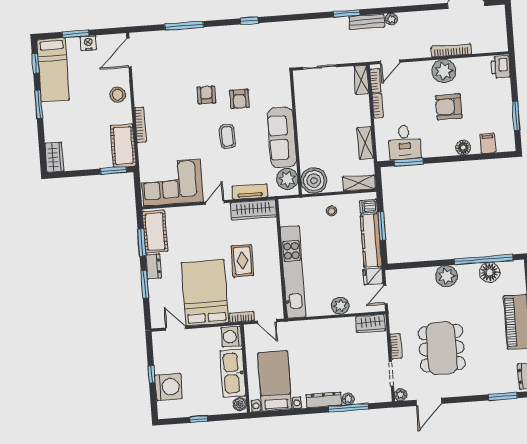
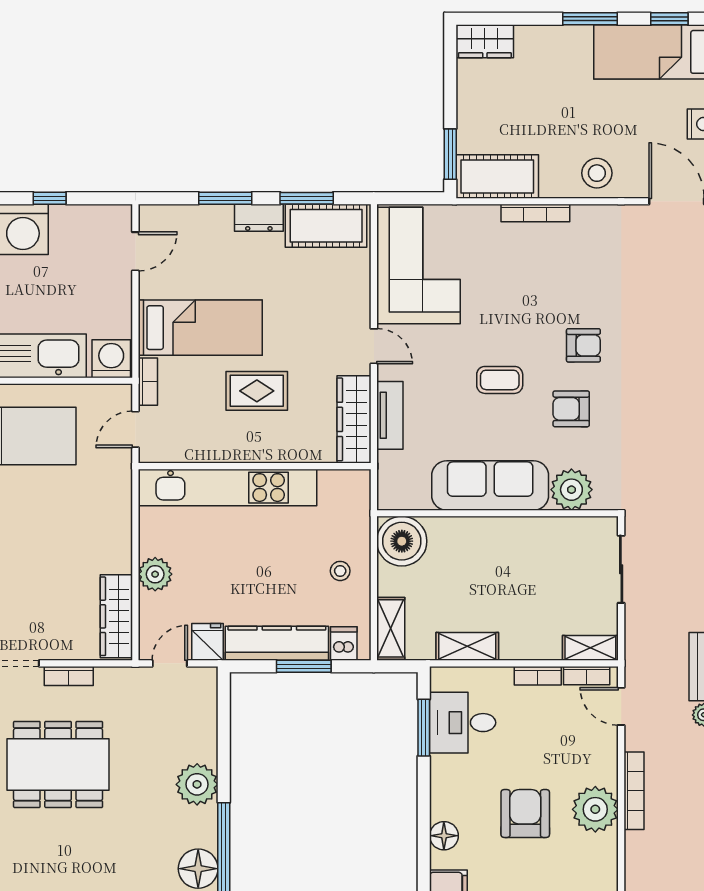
bookcase: (451, 51) -> (634, 791), moved
plant: (287, 179) -> (571, 490), moved
bed: (205, 293) -> (200, 328), width x0.67
door: (385, 295) -> (170, 663), hinge flipped
wardrobe: (370, 323) -> (116, 616), width x1.50

